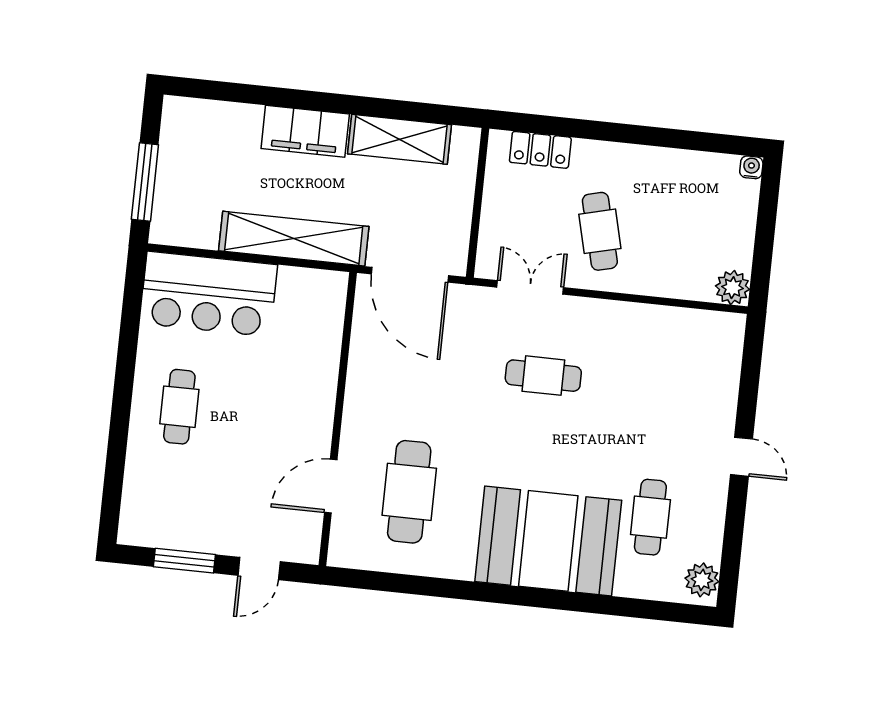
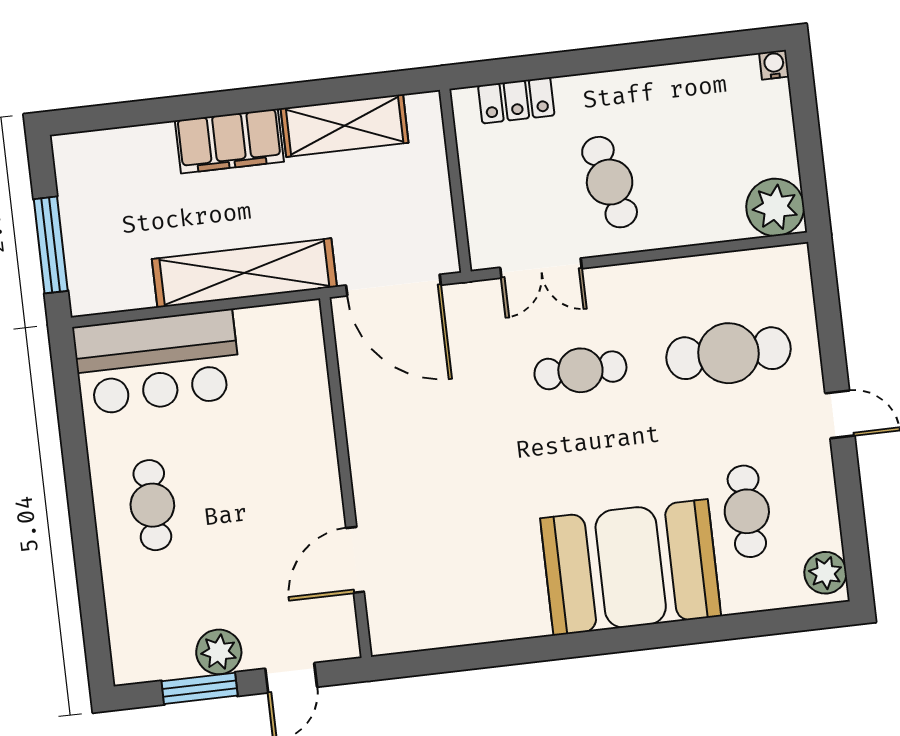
double door: (530, 287) -> (541, 268), swing flipped
plant: (733, 288) -> (775, 207), width x1.36, depth x1.36
cafe table: (409, 492) -> (728, 353), moved, turned 90
plant: (206, 535) -> (219, 652), added

